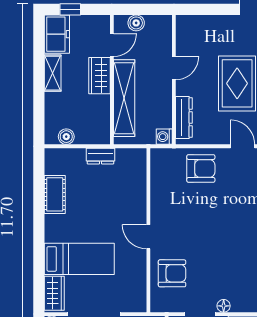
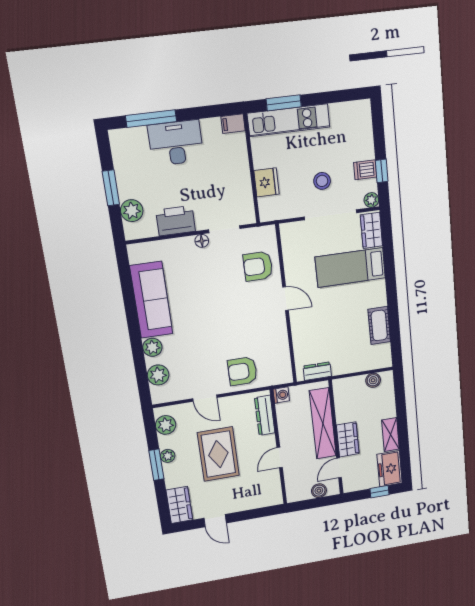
dresser: (100, 156) -> (317, 371), moved

